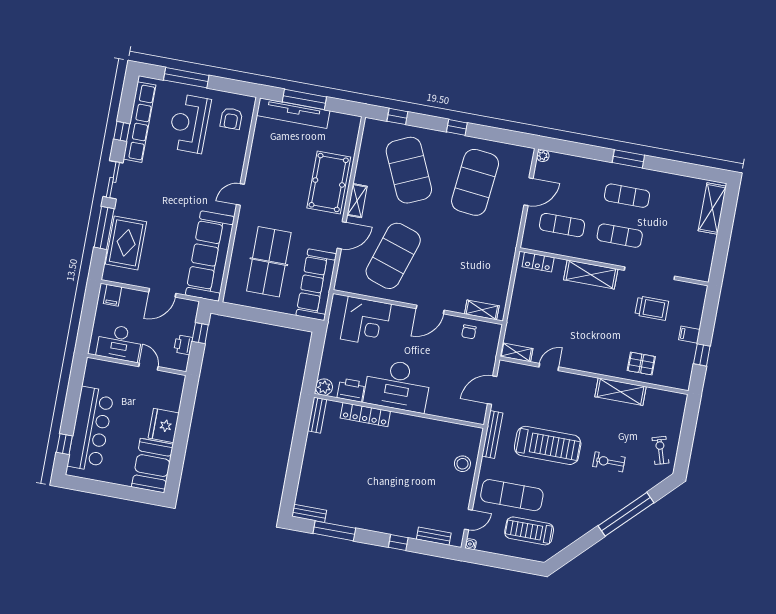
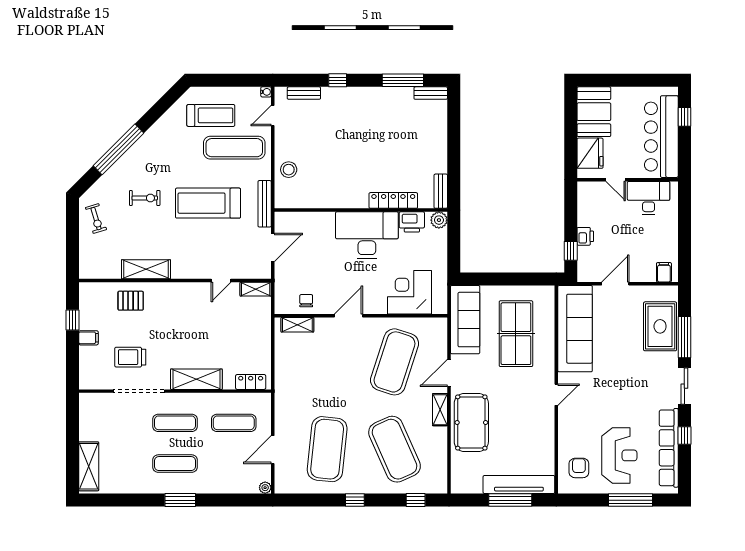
desk: (119, 343) -> (649, 198), moved
wall: (137, 364) -> (628, 180), moved
door: (148, 367) -> (616, 180), moved

